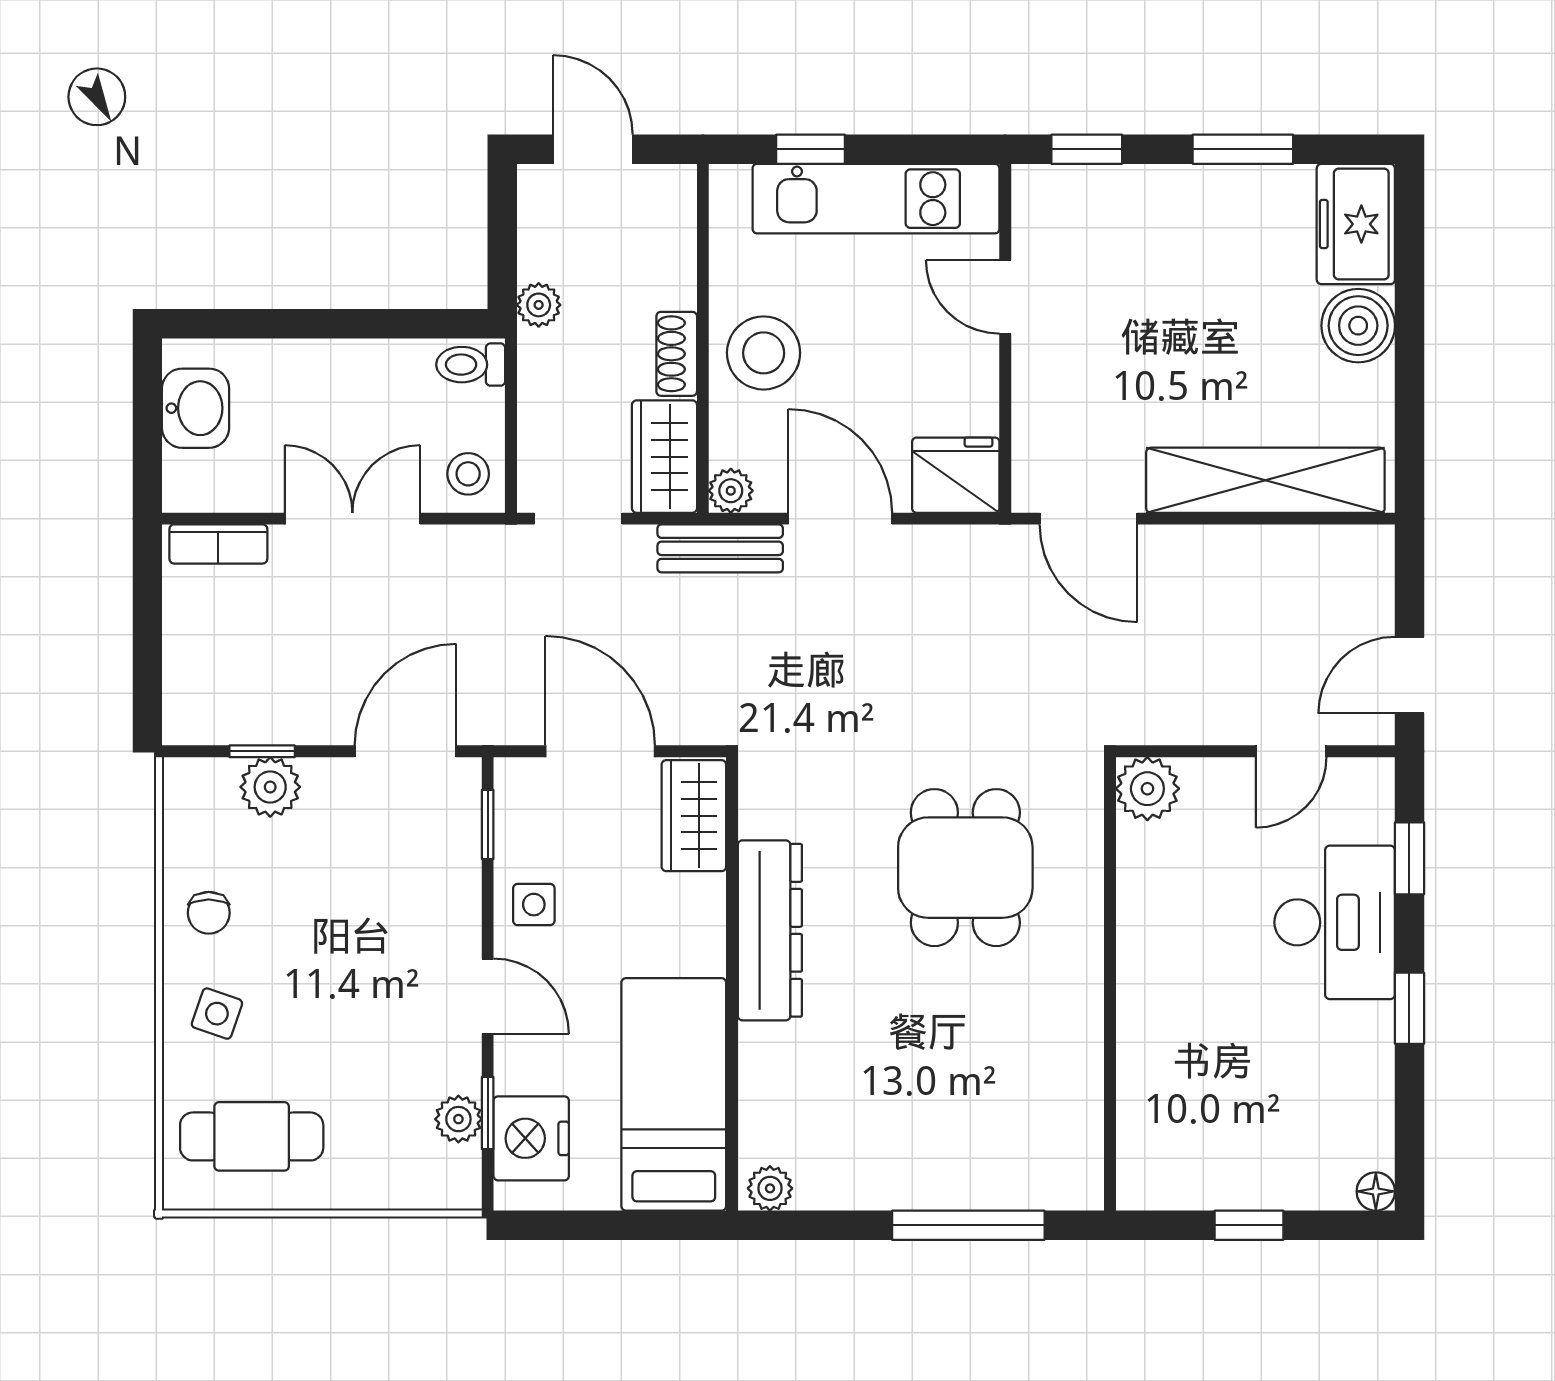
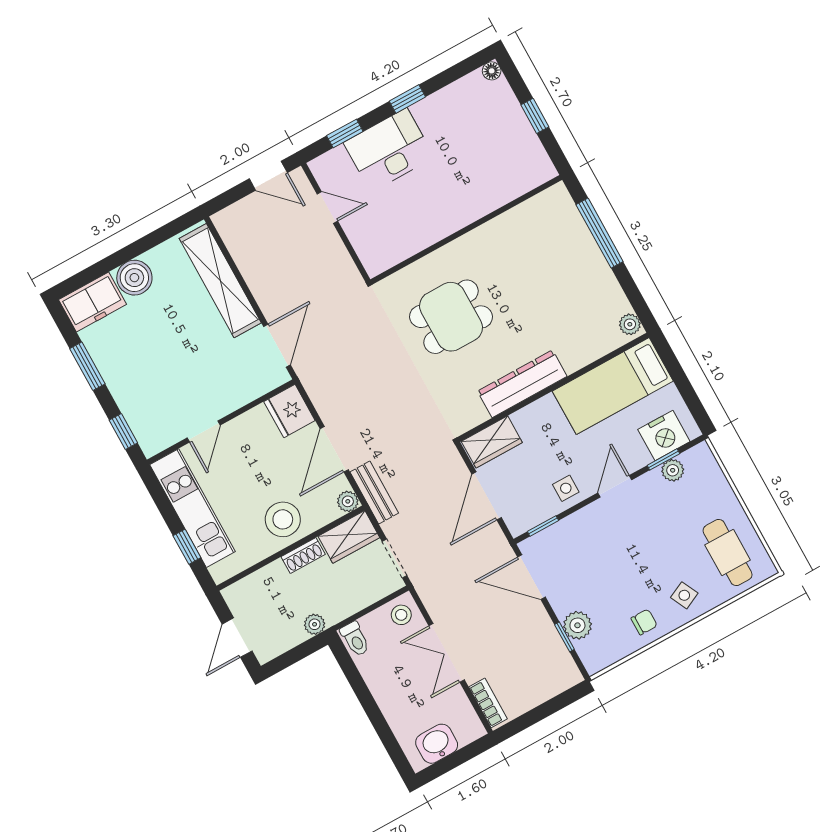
plant: (1147, 789) -> (376, 259), removed
side table: (217, 1014) -> (684, 595), turned 45

